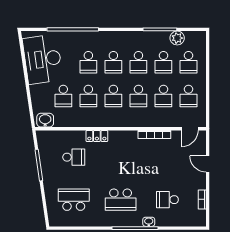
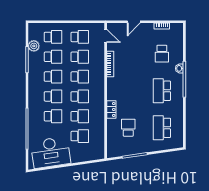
washbasin: (45, 120) -> (99, 150), removed
school desk: (121, 200) -> (162, 91), turned 180

